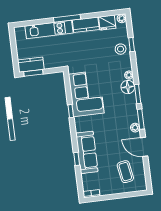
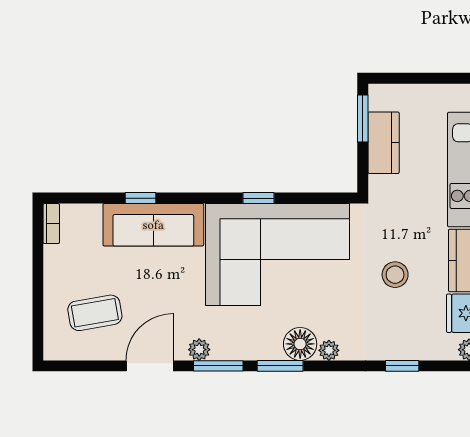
stool: (121, 49) -> (395, 275), moved
kitchen counter: (31, 65) -> (384, 143), moved
corner sofa: (86, 94) -> (278, 255), width x1.36, depth x1.36

